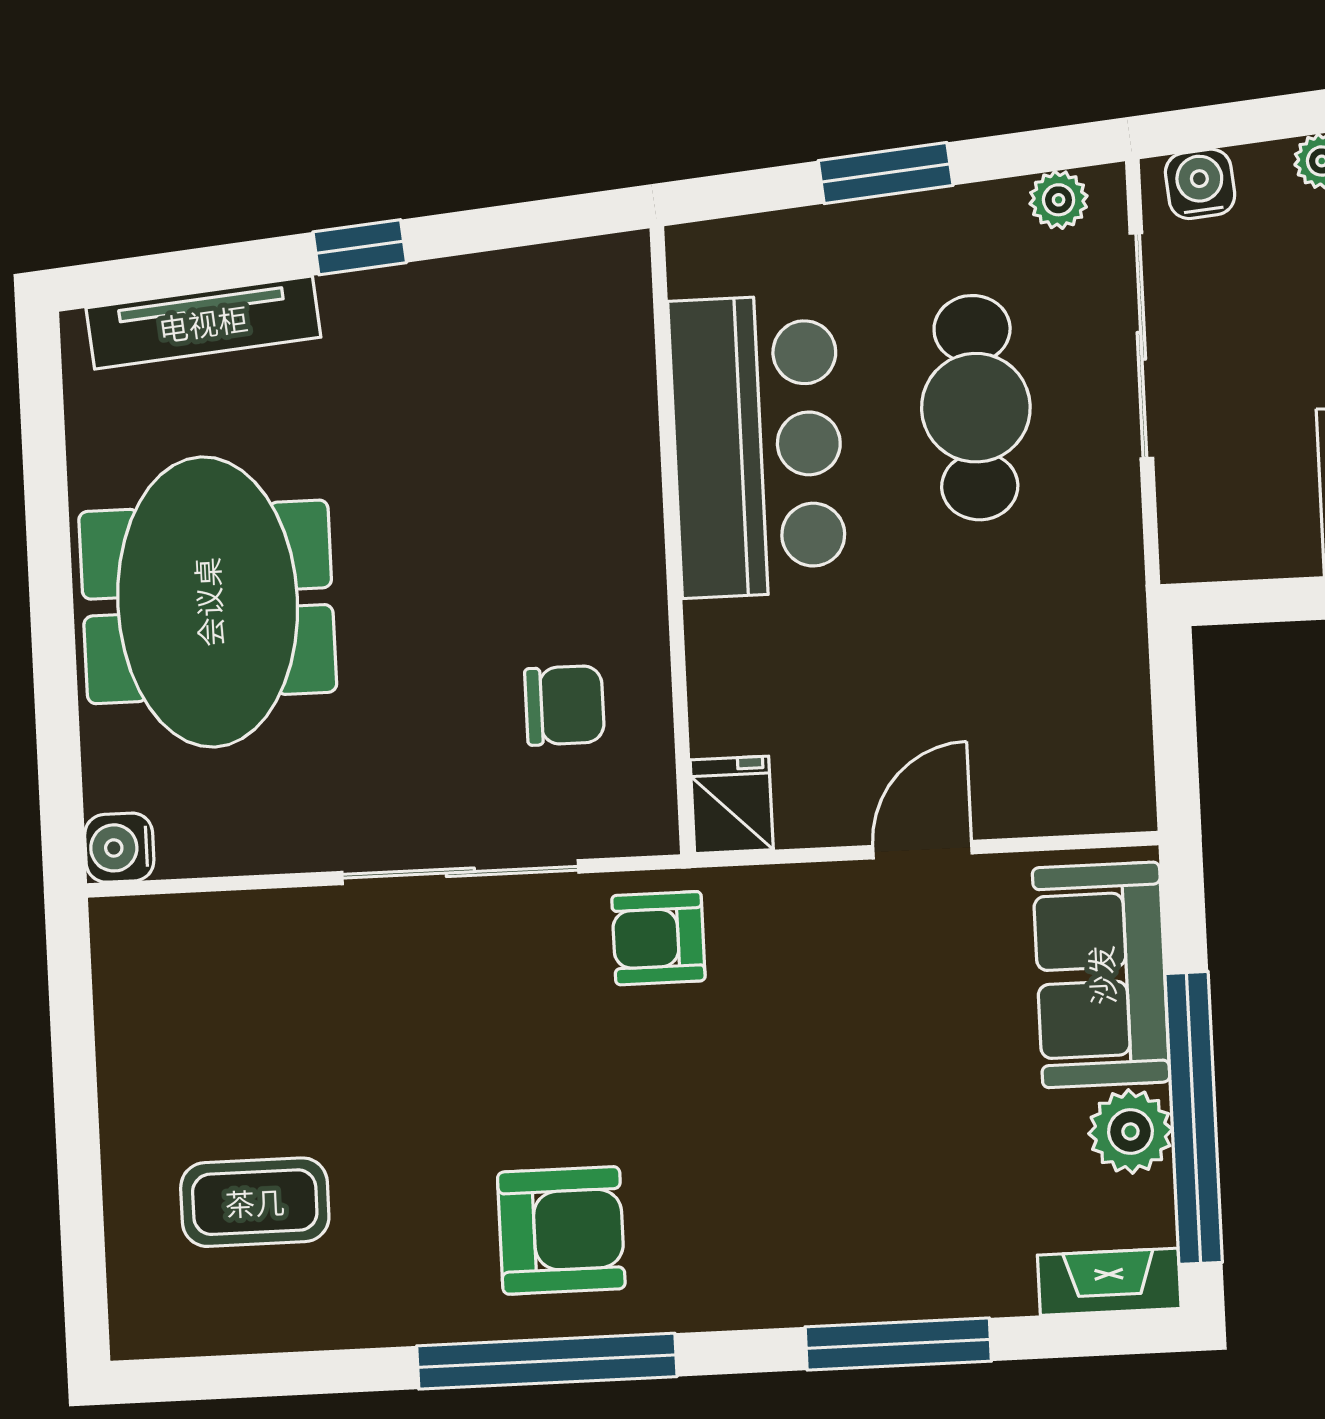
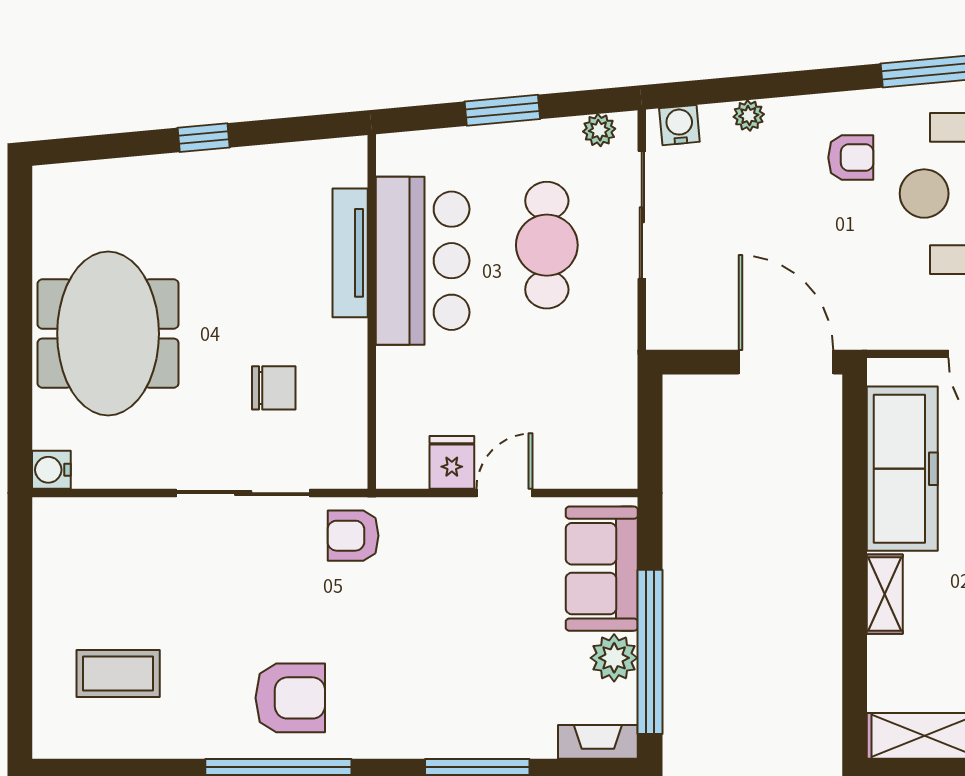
tv unit: (203, 323) -> (350, 253), moved, turned 95
chair: (565, 705) -> (274, 388), moved
fridge: (732, 805) -> (452, 462), moved

